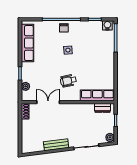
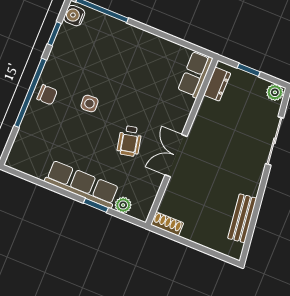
row of seats: (27, 43) -> (82, 184), moved
wheelchair: (68, 81) -> (129, 141), moved
row of seats: (97, 95) -> (195, 74), width x0.68
double door: (48, 102) -> (176, 156), moved
bench: (56, 145) -> (242, 218), moved

